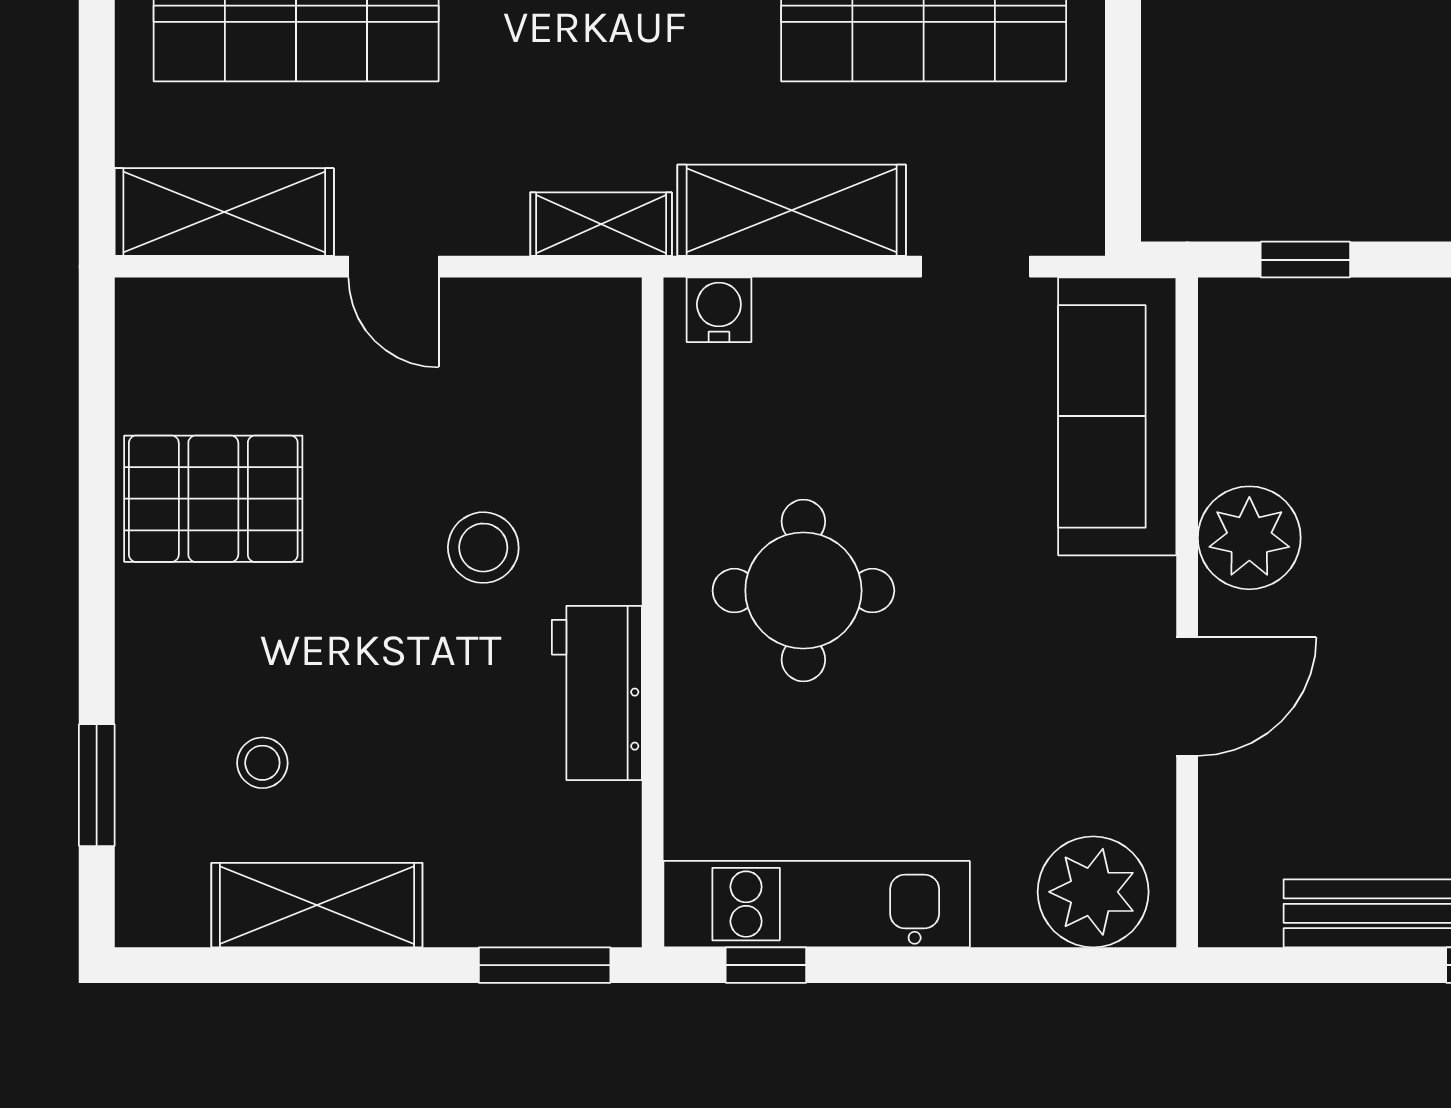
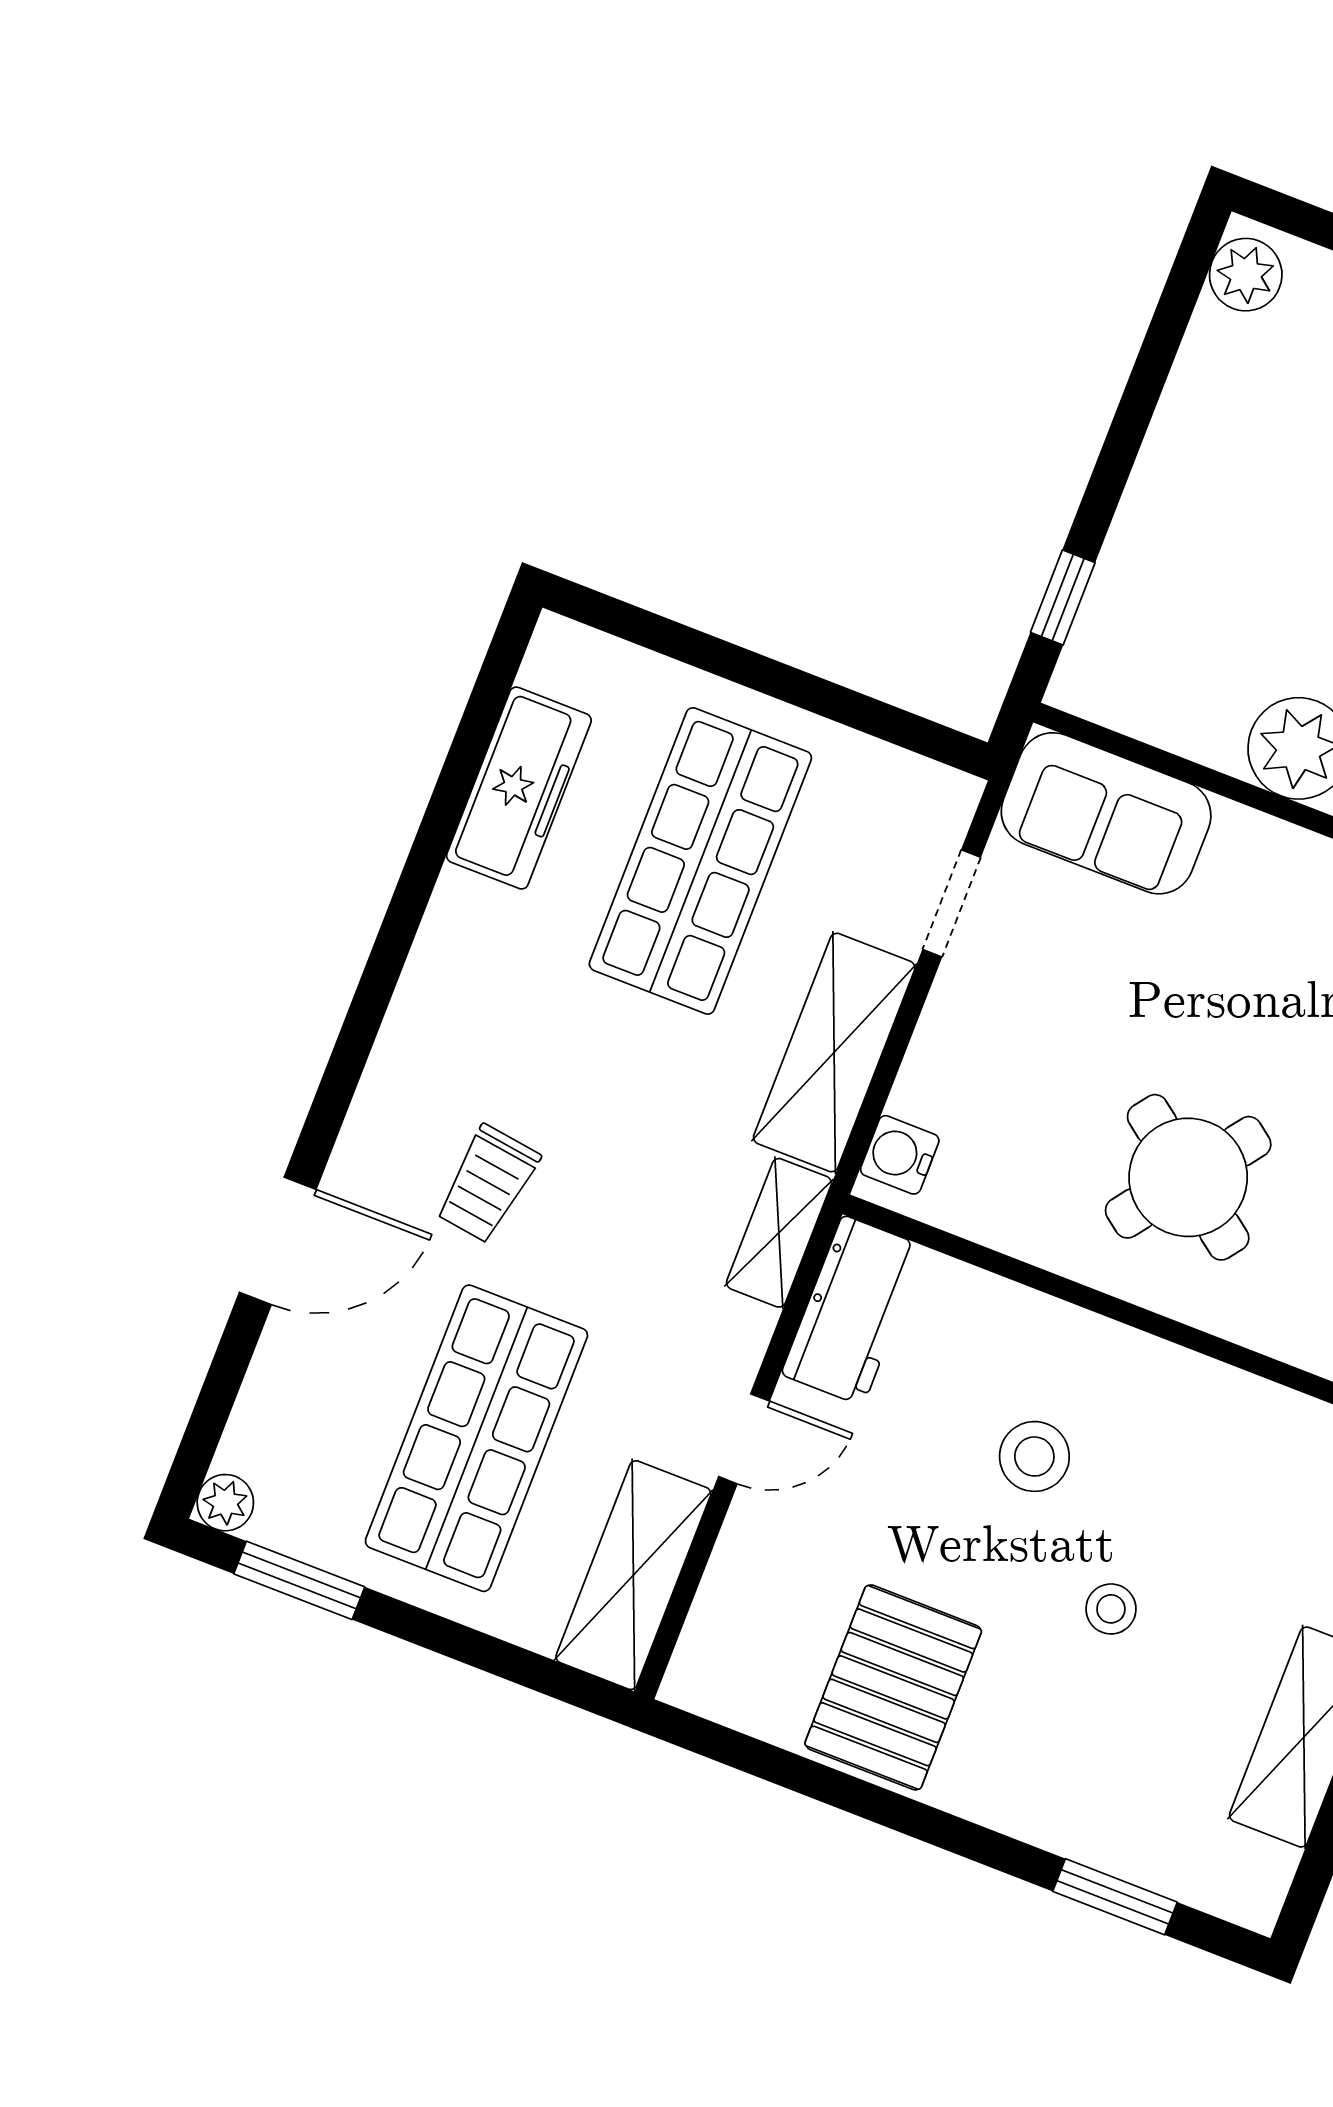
sofa: (1117, 416) -> (1106, 813), width x0.73
round table: (803, 591) -> (1188, 1177), turned 37
workbench: (597, 693) -> (853, 1310), moved, turned -90
stool: (262, 763) -> (1111, 1609), moved

